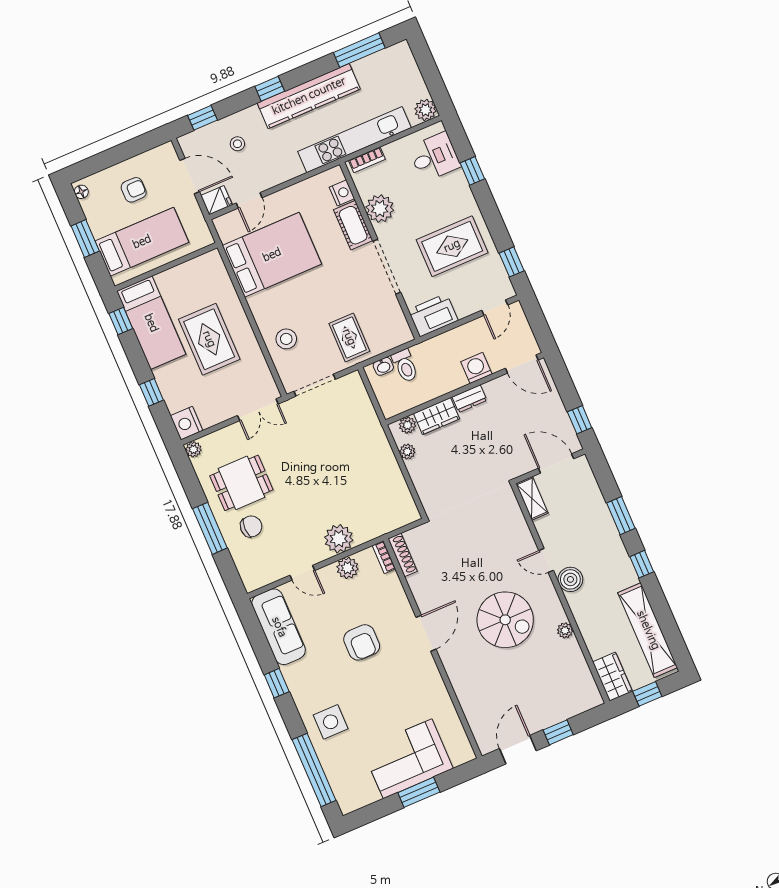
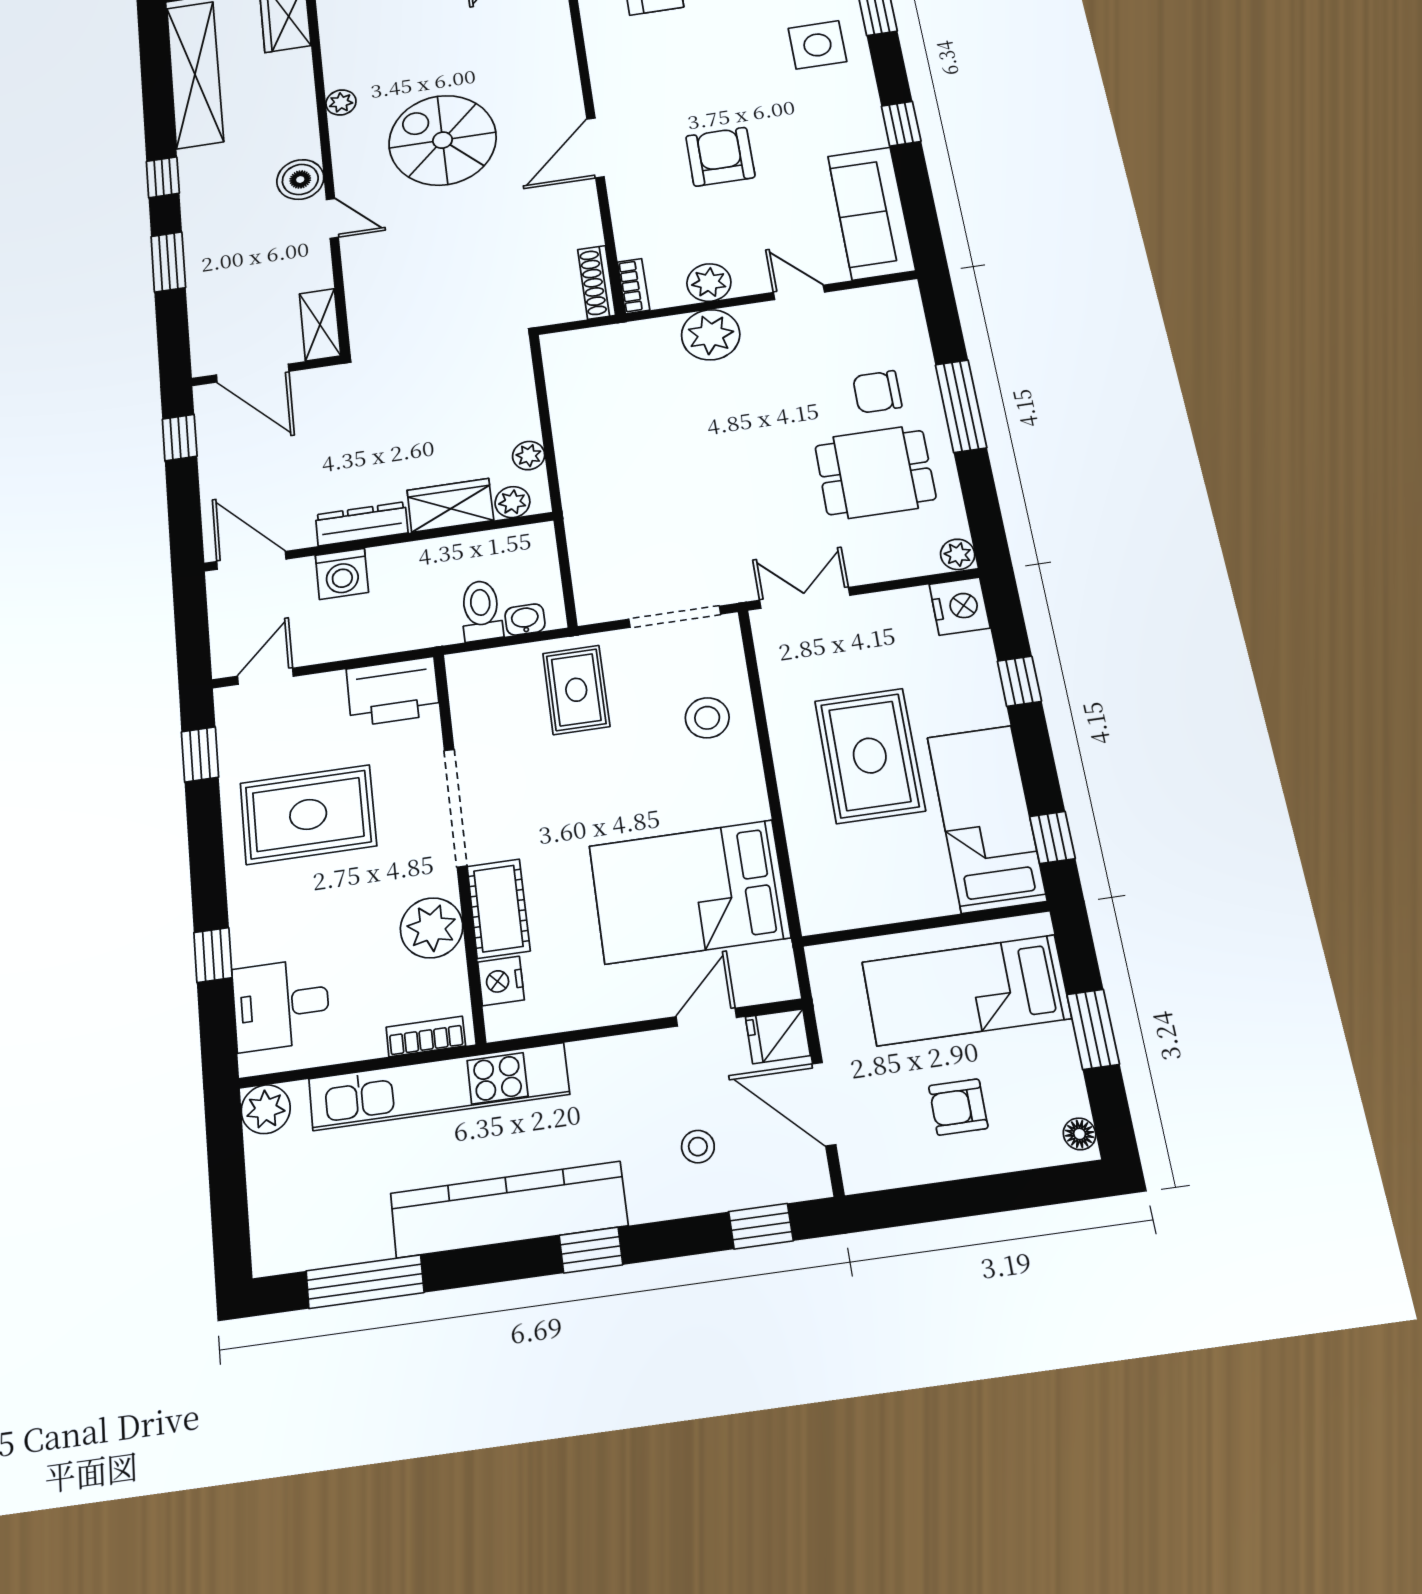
dresser: (469, 399) -> (362, 524), width x1.44

